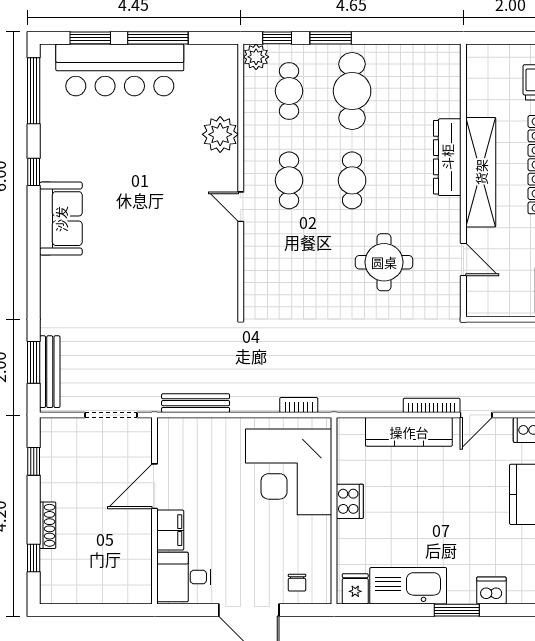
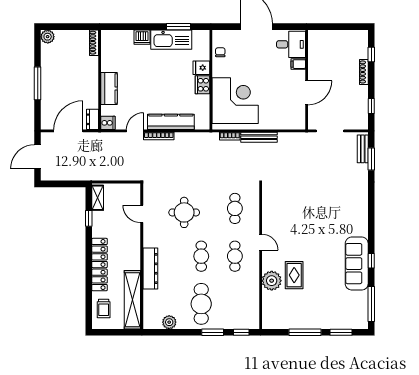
plant: (256, 57) -> (169, 322), moved
bar counter: (120, 70) -> (325, 315), removed
cafe table: (289, 91) -> (235, 208), moved
rug: (178, 145) -> (294, 275), added
shelving: (481, 172) -> (132, 300), moved
sofa: (61, 219) -> (357, 264), moved, width x1.36
bench: (50, 372) -> (363, 149), width x0.73
bench: (196, 403) -> (259, 137), moved
filing cabinet: (170, 530) -> (298, 64), width x0.50
chair: (297, 583) -> (220, 52), moved
fridge: (355, 589) -> (201, 68), moved, turned 90
dishwasher: (491, 590) -> (142, 37), moved
window: (457, 610) -> (179, 27), moved

